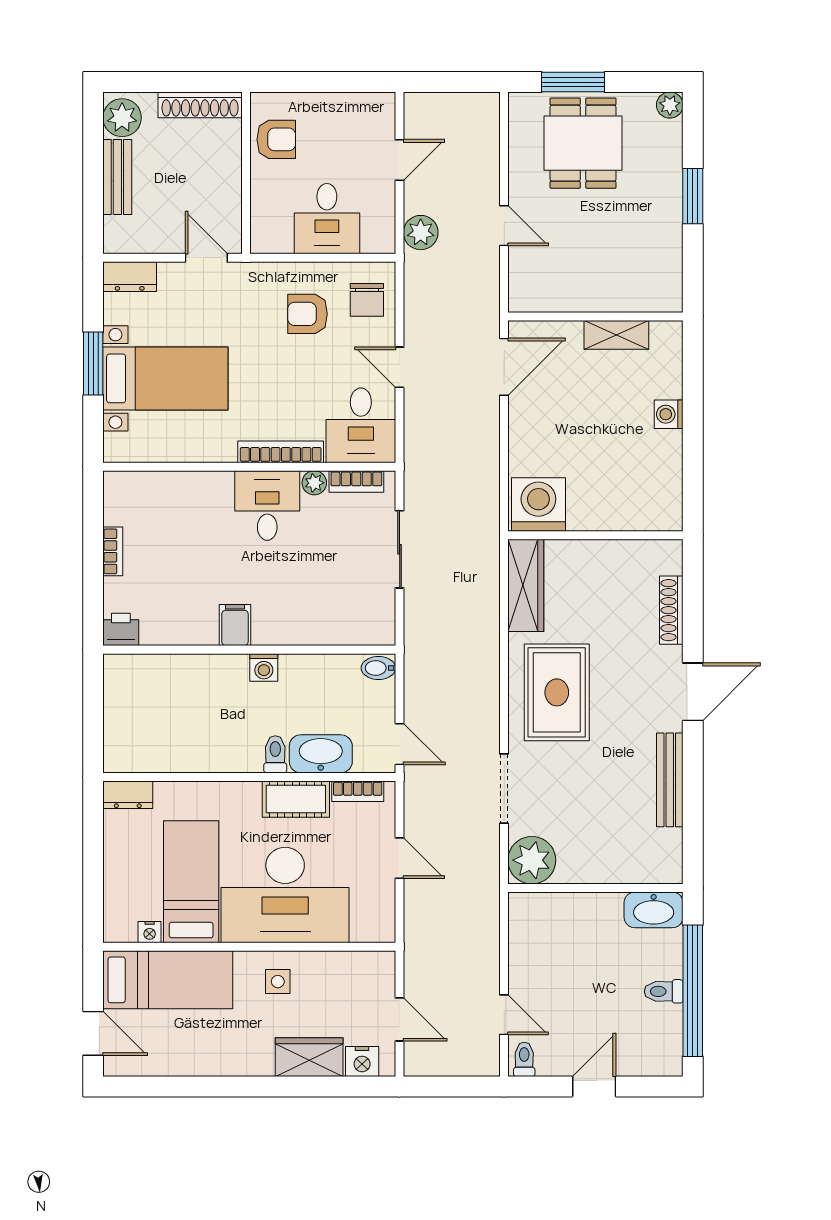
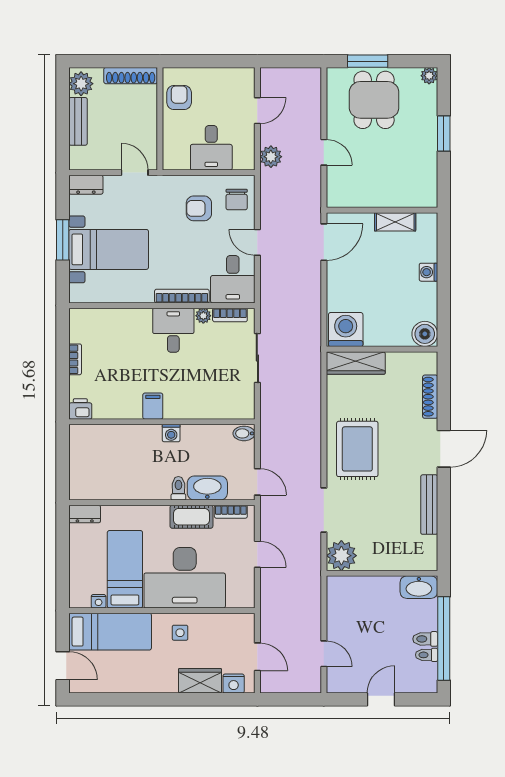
armchair: (276, 139) -> (179, 97), turned -90
boiler: (663, 511) -> (425, 334), added
wardrobe: (526, 585) -> (356, 363), moved, turned 90
toilet: (524, 1059) -> (427, 655), moved, turned -90

